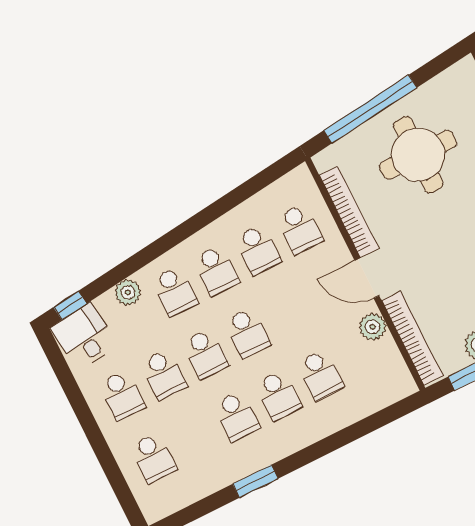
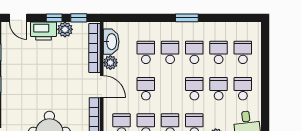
school desk: (247, 333) -> (146, 89), moved
washbasin: (389, 363) -> (111, 42), added
school desk: (195, 437) -> (219, 52), added
window: (255, 481) -> (187, 18), moved

